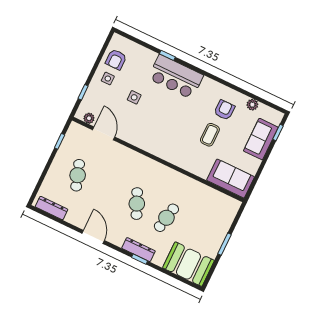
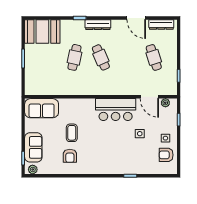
armchair: (116, 59) -> (166, 155), turned -90
bar counter: (176, 77) -> (116, 110), moved, turned 180
plant: (252, 105) -> (33, 169), moved
door: (93, 237) -> (136, 18), moved
dresser: (138, 250) -> (98, 25), moved

